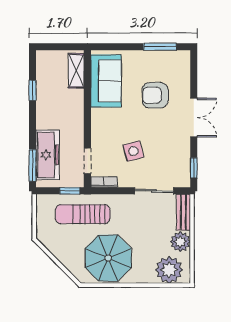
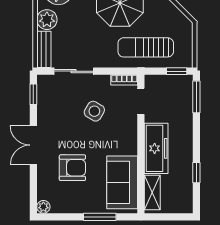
window: (160, 47) -> (100, 217), moved
plant: (184, 57) -> (43, 207), added
side table: (133, 151) -> (94, 111), turned 45
freezer: (48, 155) -> (156, 148), moved, turned 180
window: (70, 191) -> (177, 71), moved
sun lounger: (83, 214) -> (146, 47), turned 180

